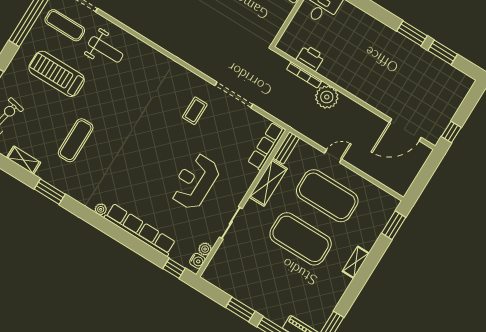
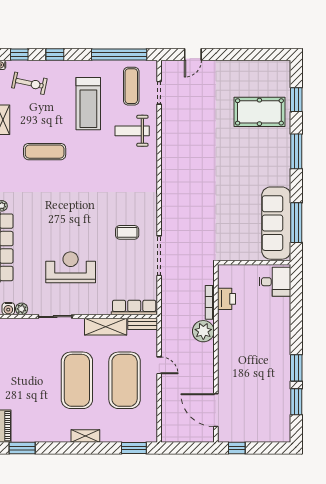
weight bench: (106, 49) -> (132, 131), turned 90
treadmill: (57, 74) -> (88, 104), turned 180

